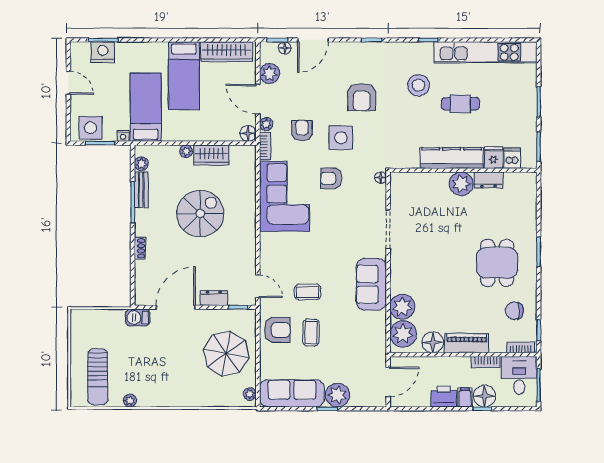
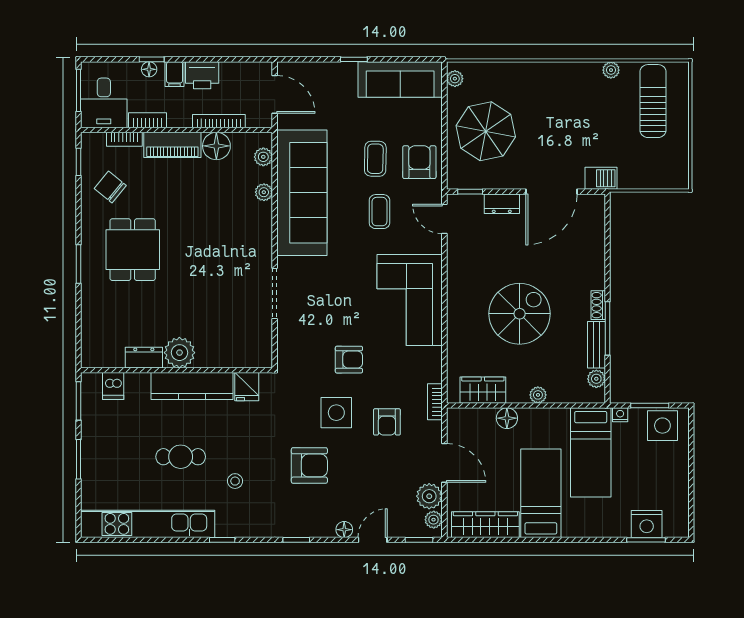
door: (313, 40) -> (373, 540), width x0.73
floor lamp: (285, 48) -> (344, 530), moved
door: (68, 83) -> (691, 484), removed
stool: (419, 85) -> (235, 481), width x0.53, depth x0.53
armchair: (362, 97) -> (309, 465), turned 90
plant: (266, 124) -> (434, 520), moved
floor lamp: (248, 133) -> (507, 418), moved
wardrobe: (211, 155) -> (483, 390), moved
fridge: (493, 158) -> (247, 387), moved
floor lamp: (381, 178) -> (284, 361), removed
corner sofa: (285, 196) -> (410, 300), moved
spiral stairs: (200, 214) -> (520, 314), turned 180
shoe rack: (140, 248) -> (598, 305), moved
sofa: (371, 284) -> (302, 193), width x1.85, depth x1.27
coffee table: (308, 292) -> (379, 212), turned 90
plant: (402, 307) -> (264, 192), width x0.53, depth x0.53
chair: (514, 311) -> (110, 187), turned -141
armchair: (277, 330) -> (419, 162), turned 90
plant: (403, 334) -> (263, 157), width x0.53, depth x0.53
bookcase: (521, 347) -> (124, 139), moved
bookcase: (431, 361) -> (219, 121), added
door: (388, 382) -> (275, 94), swing flipped
plant: (337, 395) -> (341, 77), removed
floor lamp: (485, 396) -> (149, 69), width x0.53, depth x0.53

